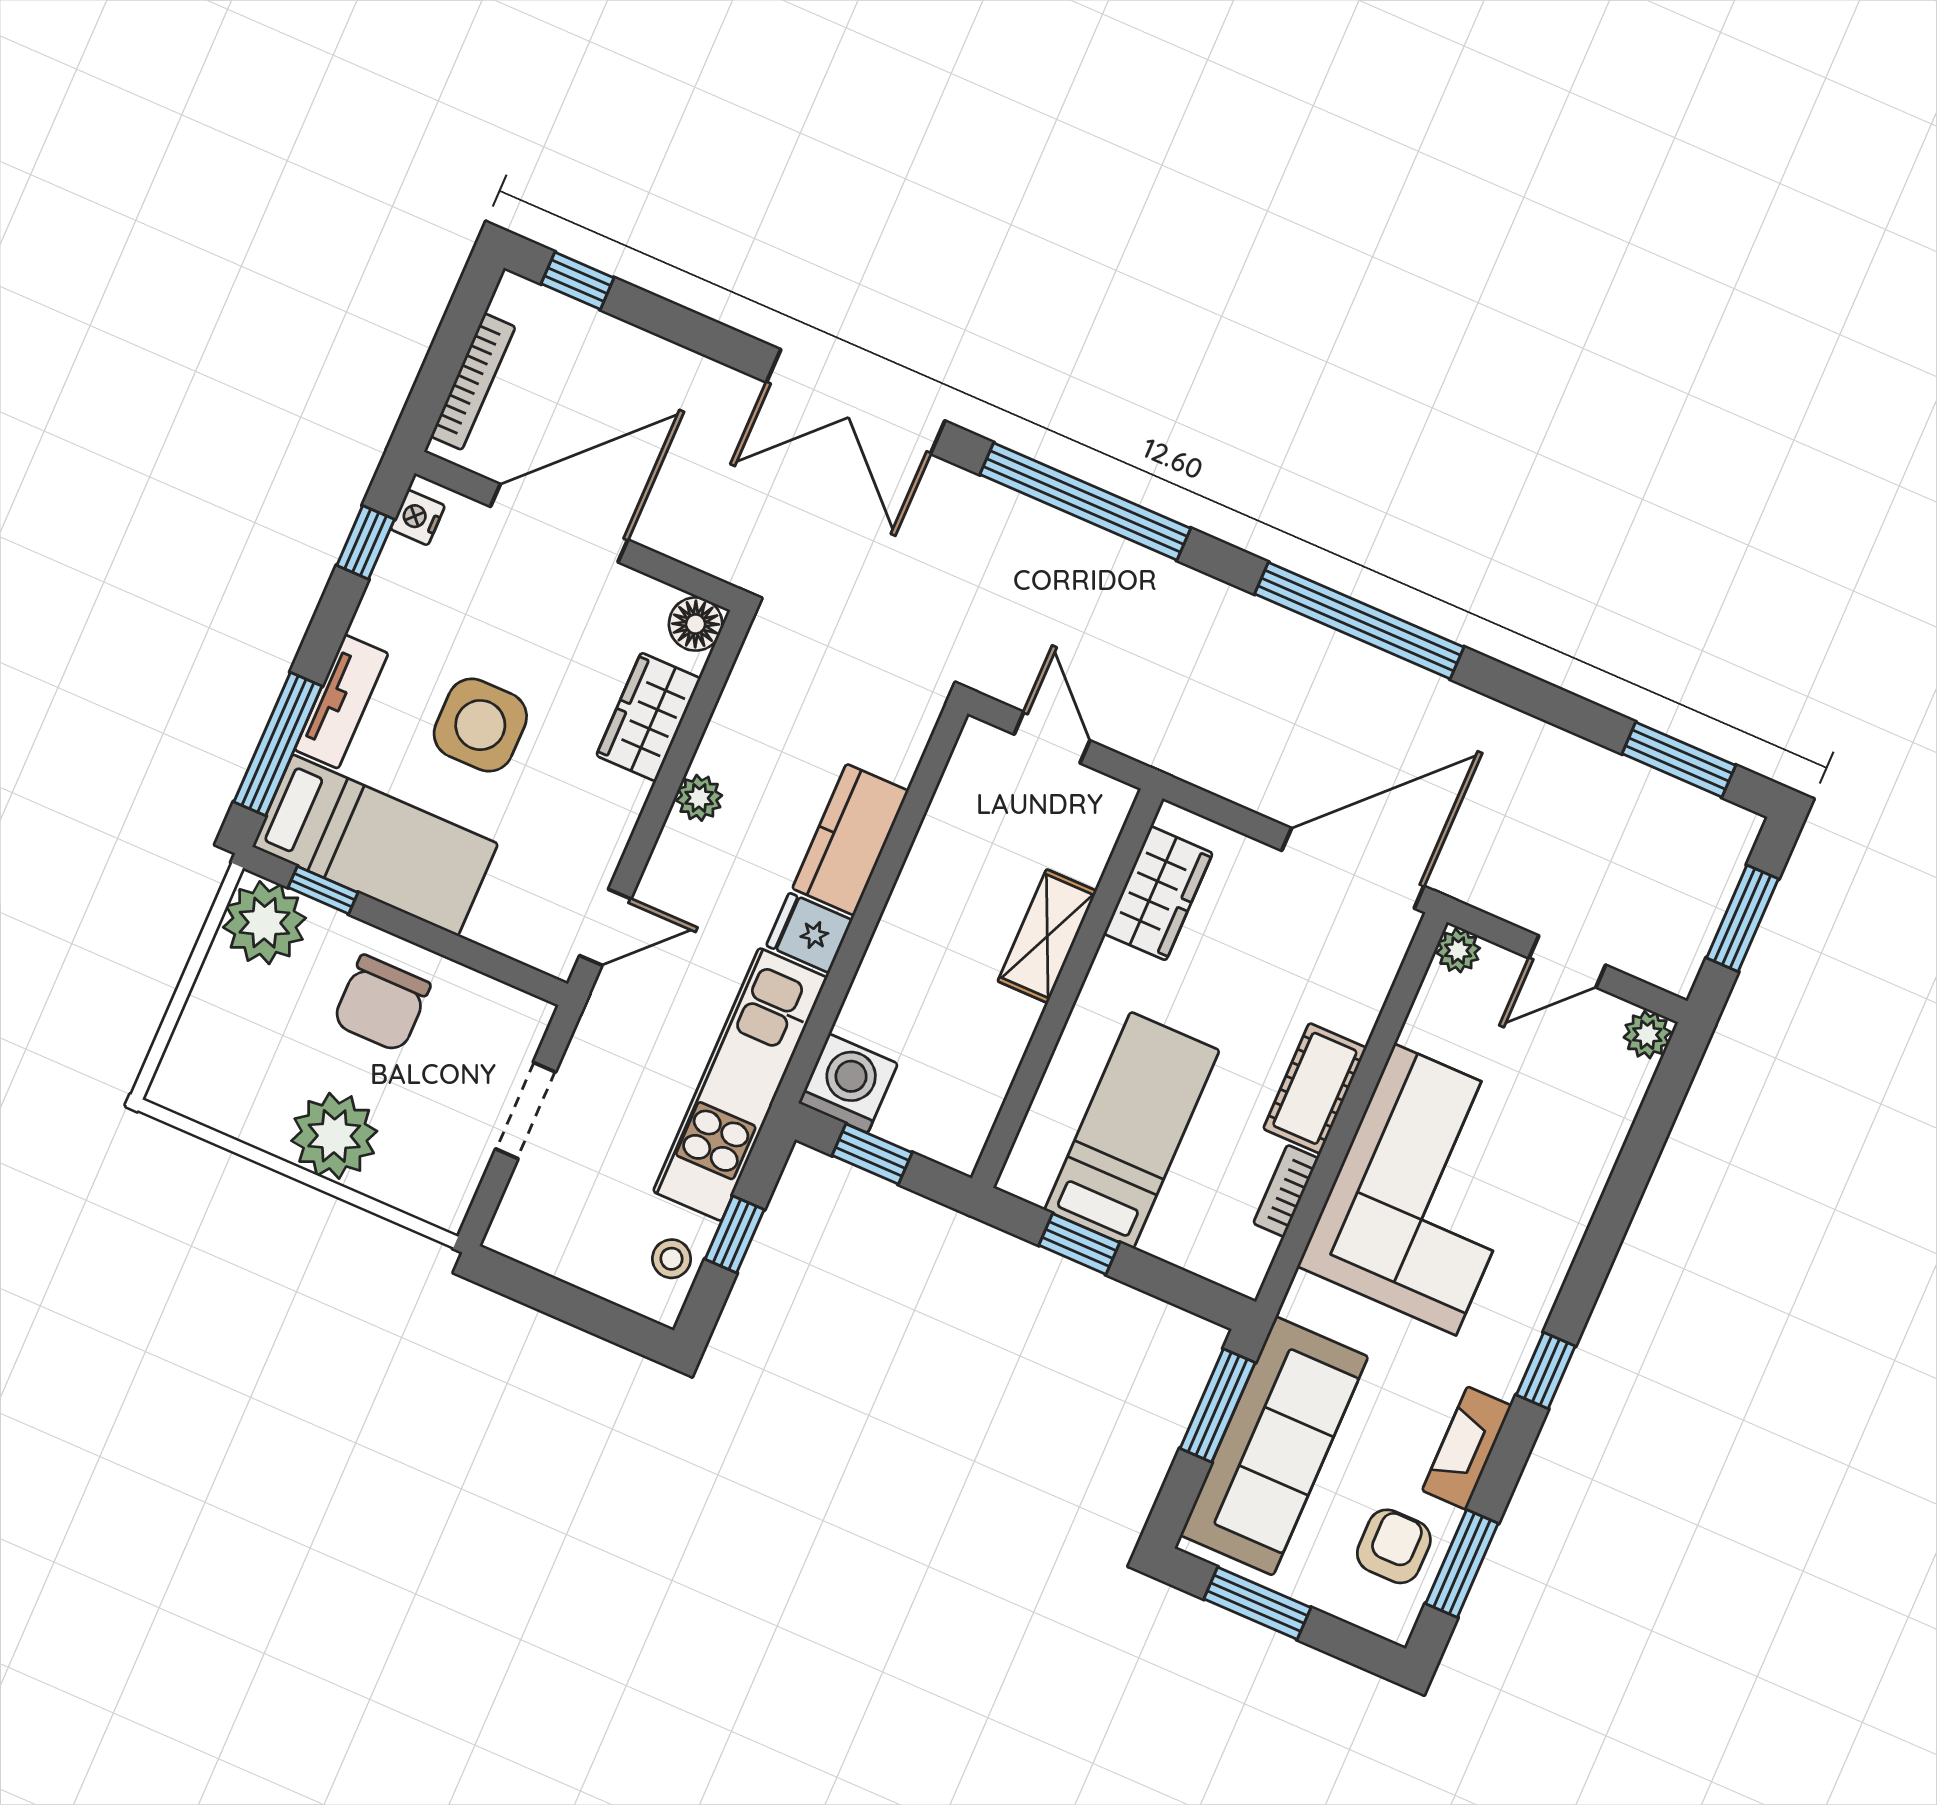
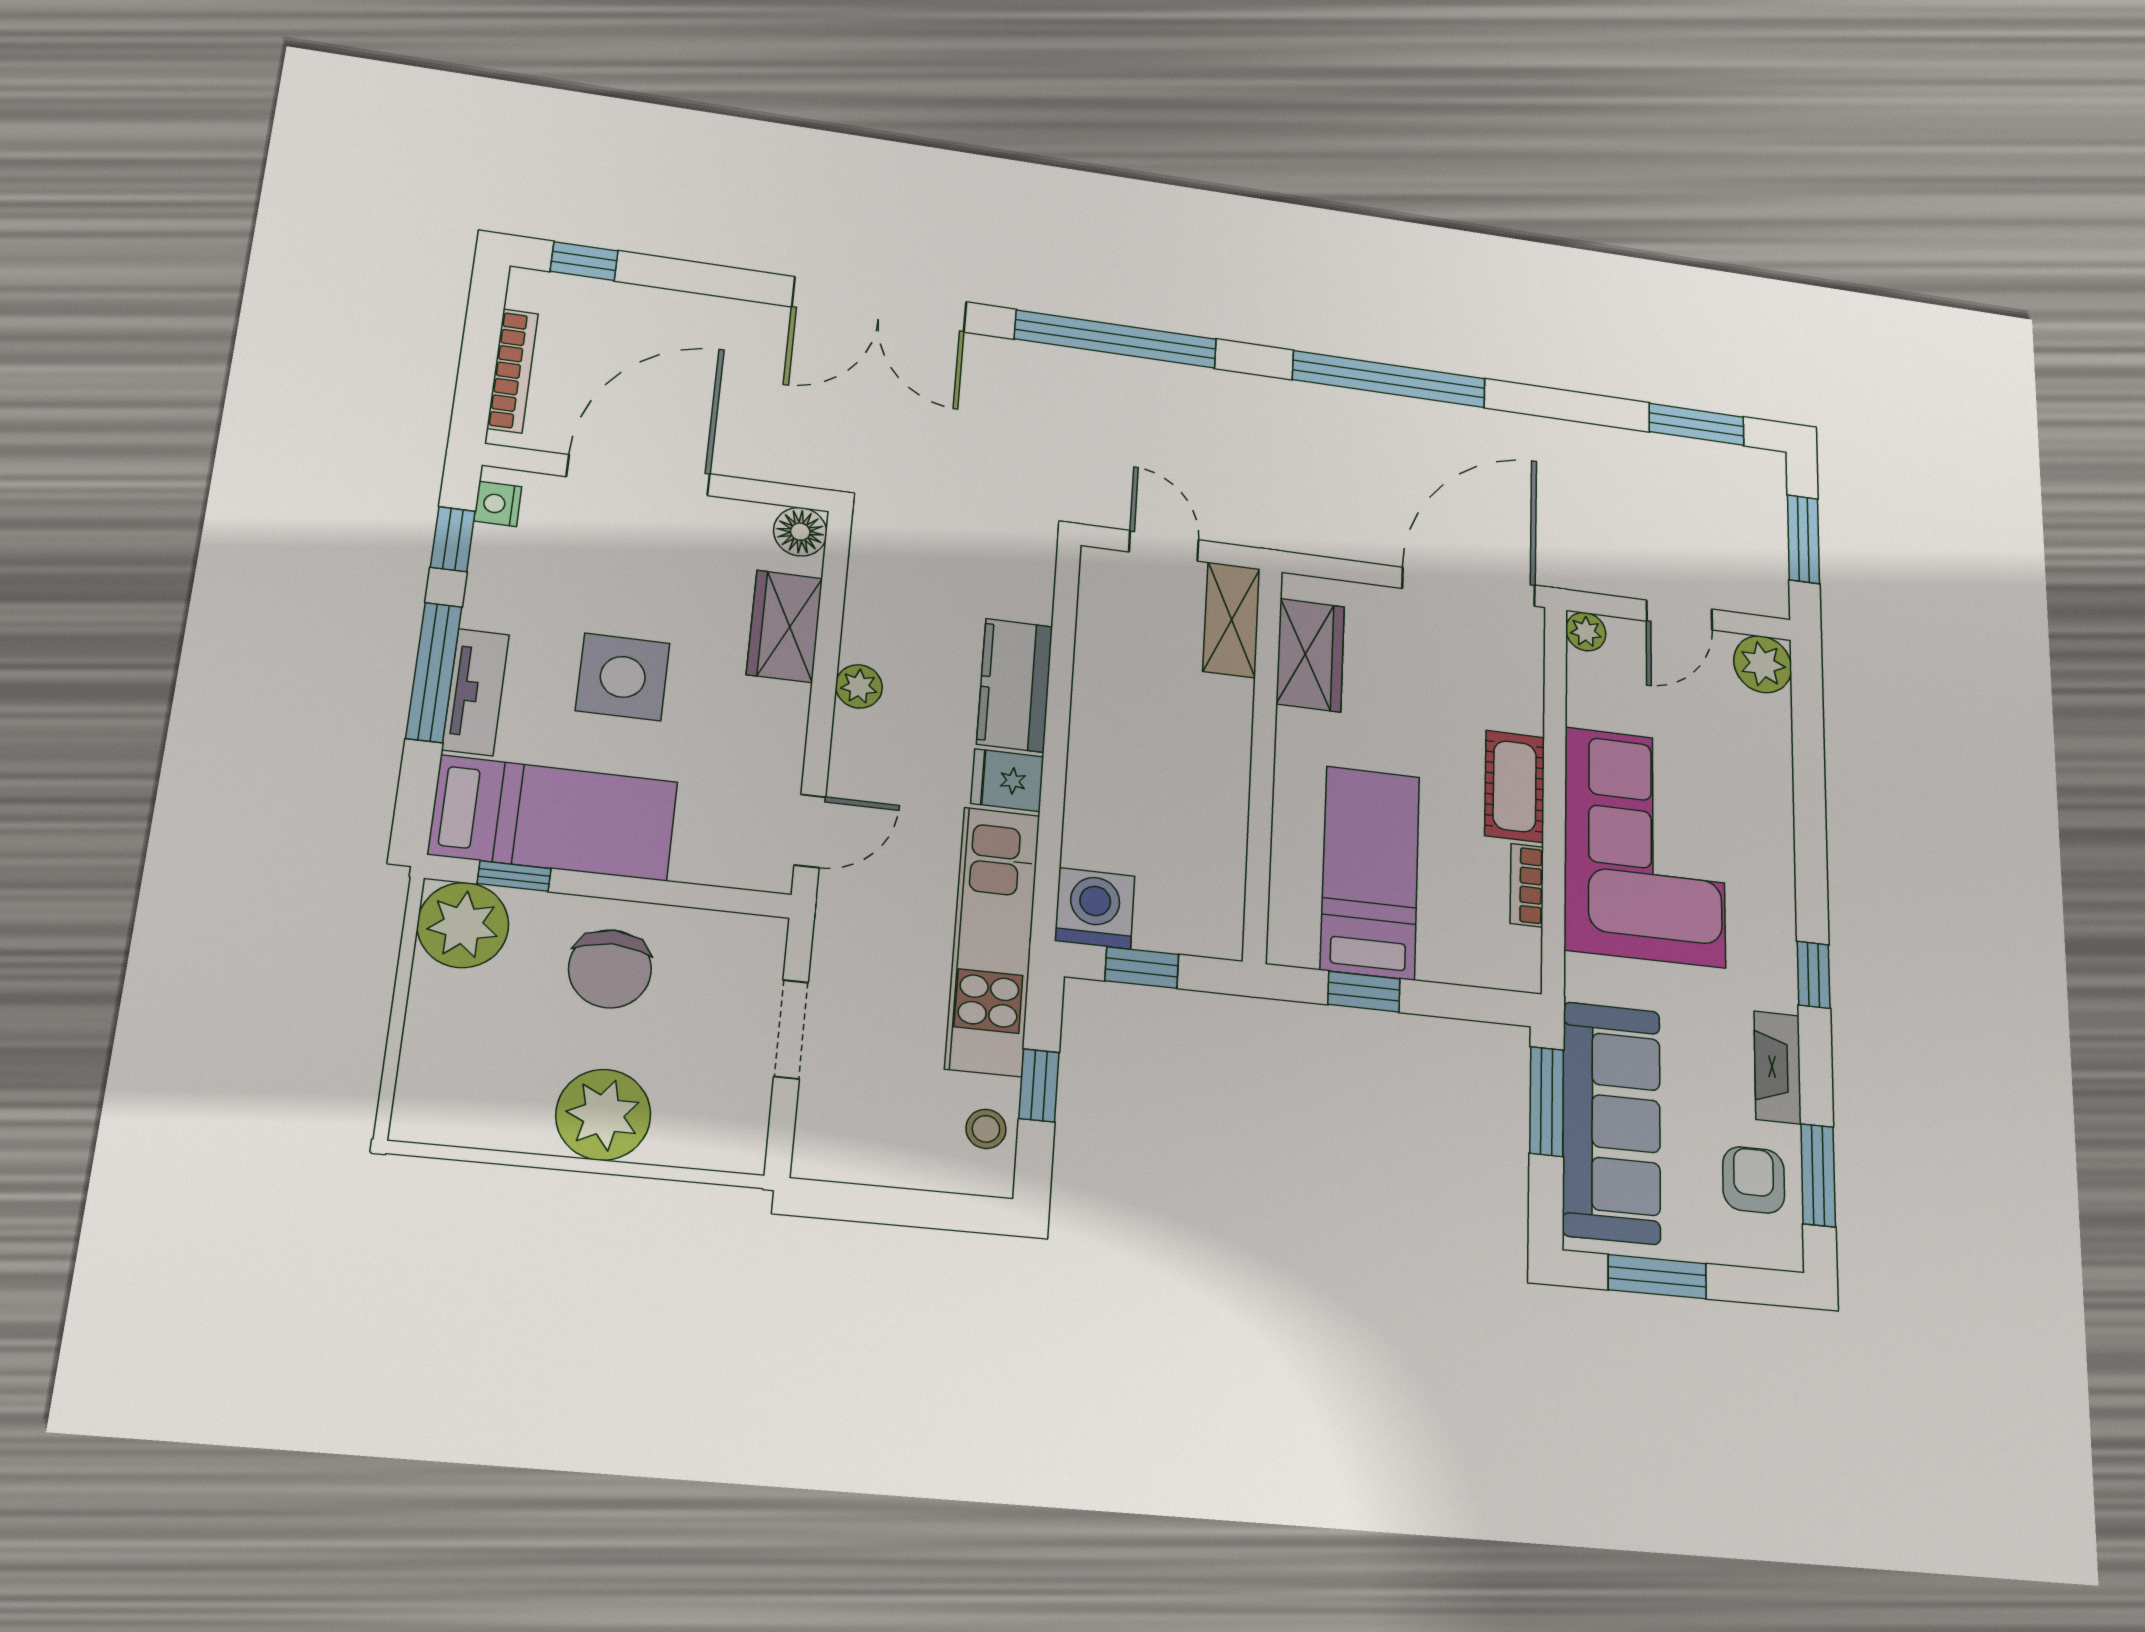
window: (278, 744) -> (434, 672), moved
shelving: (1047, 936) -> (1232, 620), moved
plant: (1647, 1035) -> (1763, 664), width x1.38, depth x1.38

